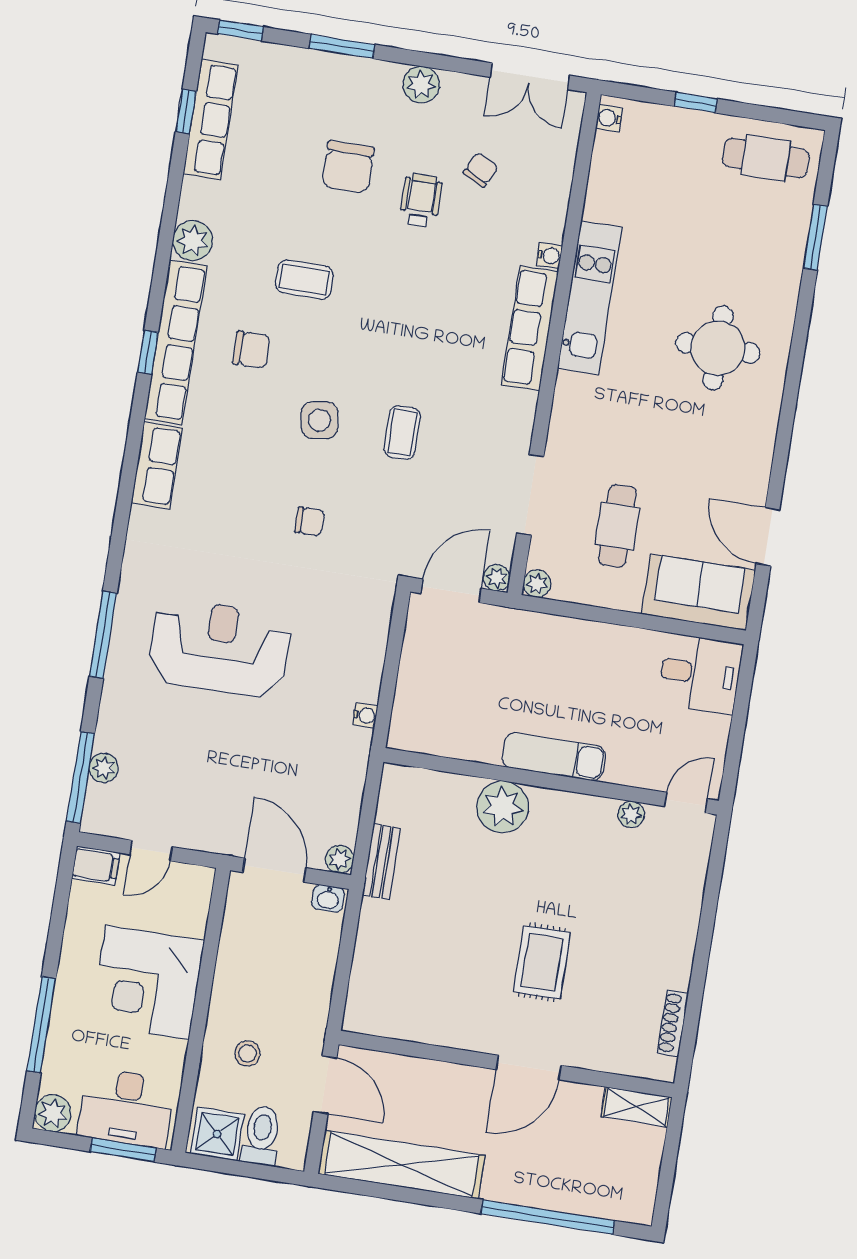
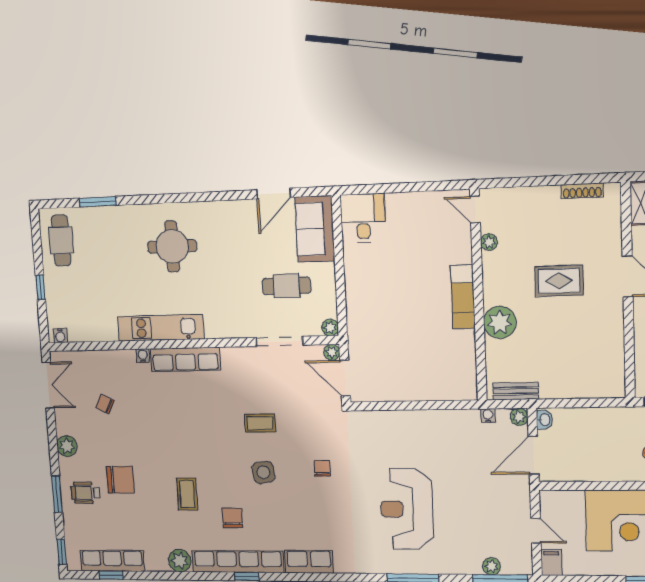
wheelchair: (421, 200) -> (85, 493), moved
water cooler: (365, 715) -> (488, 416), moved
exam couch: (554, 757) -> (463, 297), moved
wall: (551, 781) -> (478, 296), moved
door: (686, 803) -> (475, 209), moved
plant: (503, 807) -> (500, 322), moved
plant: (631, 814) -> (489, 242), moved

